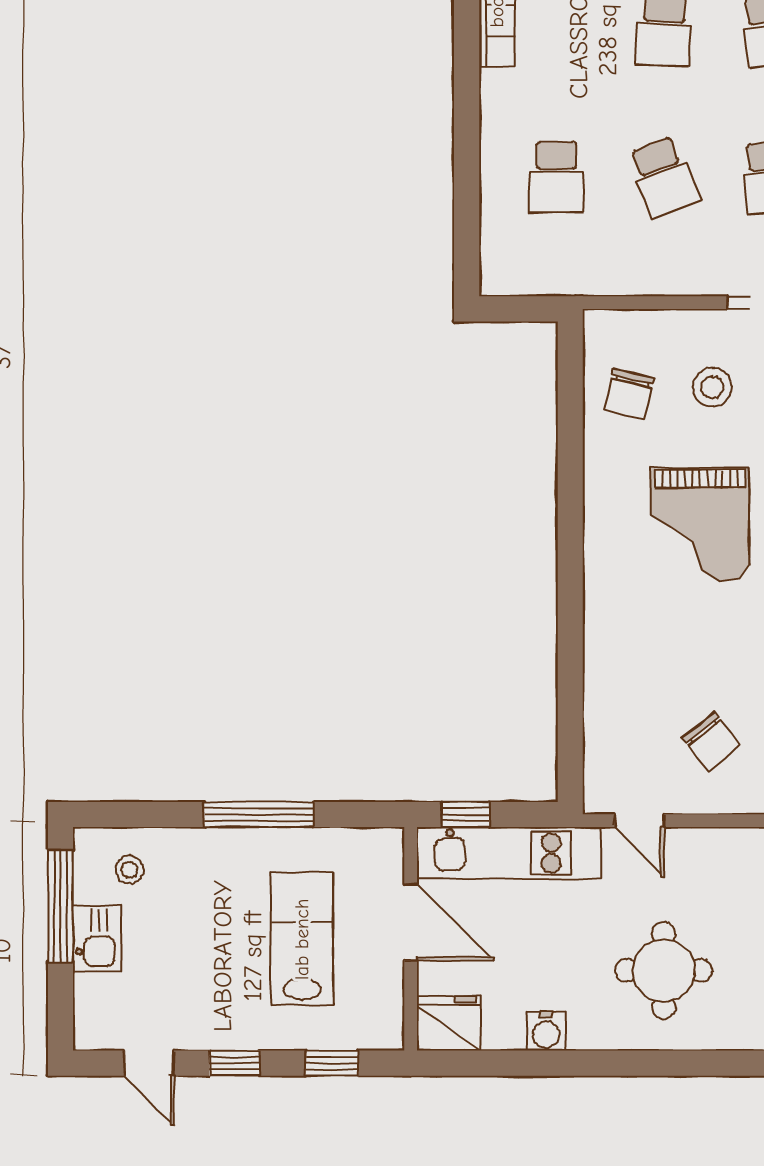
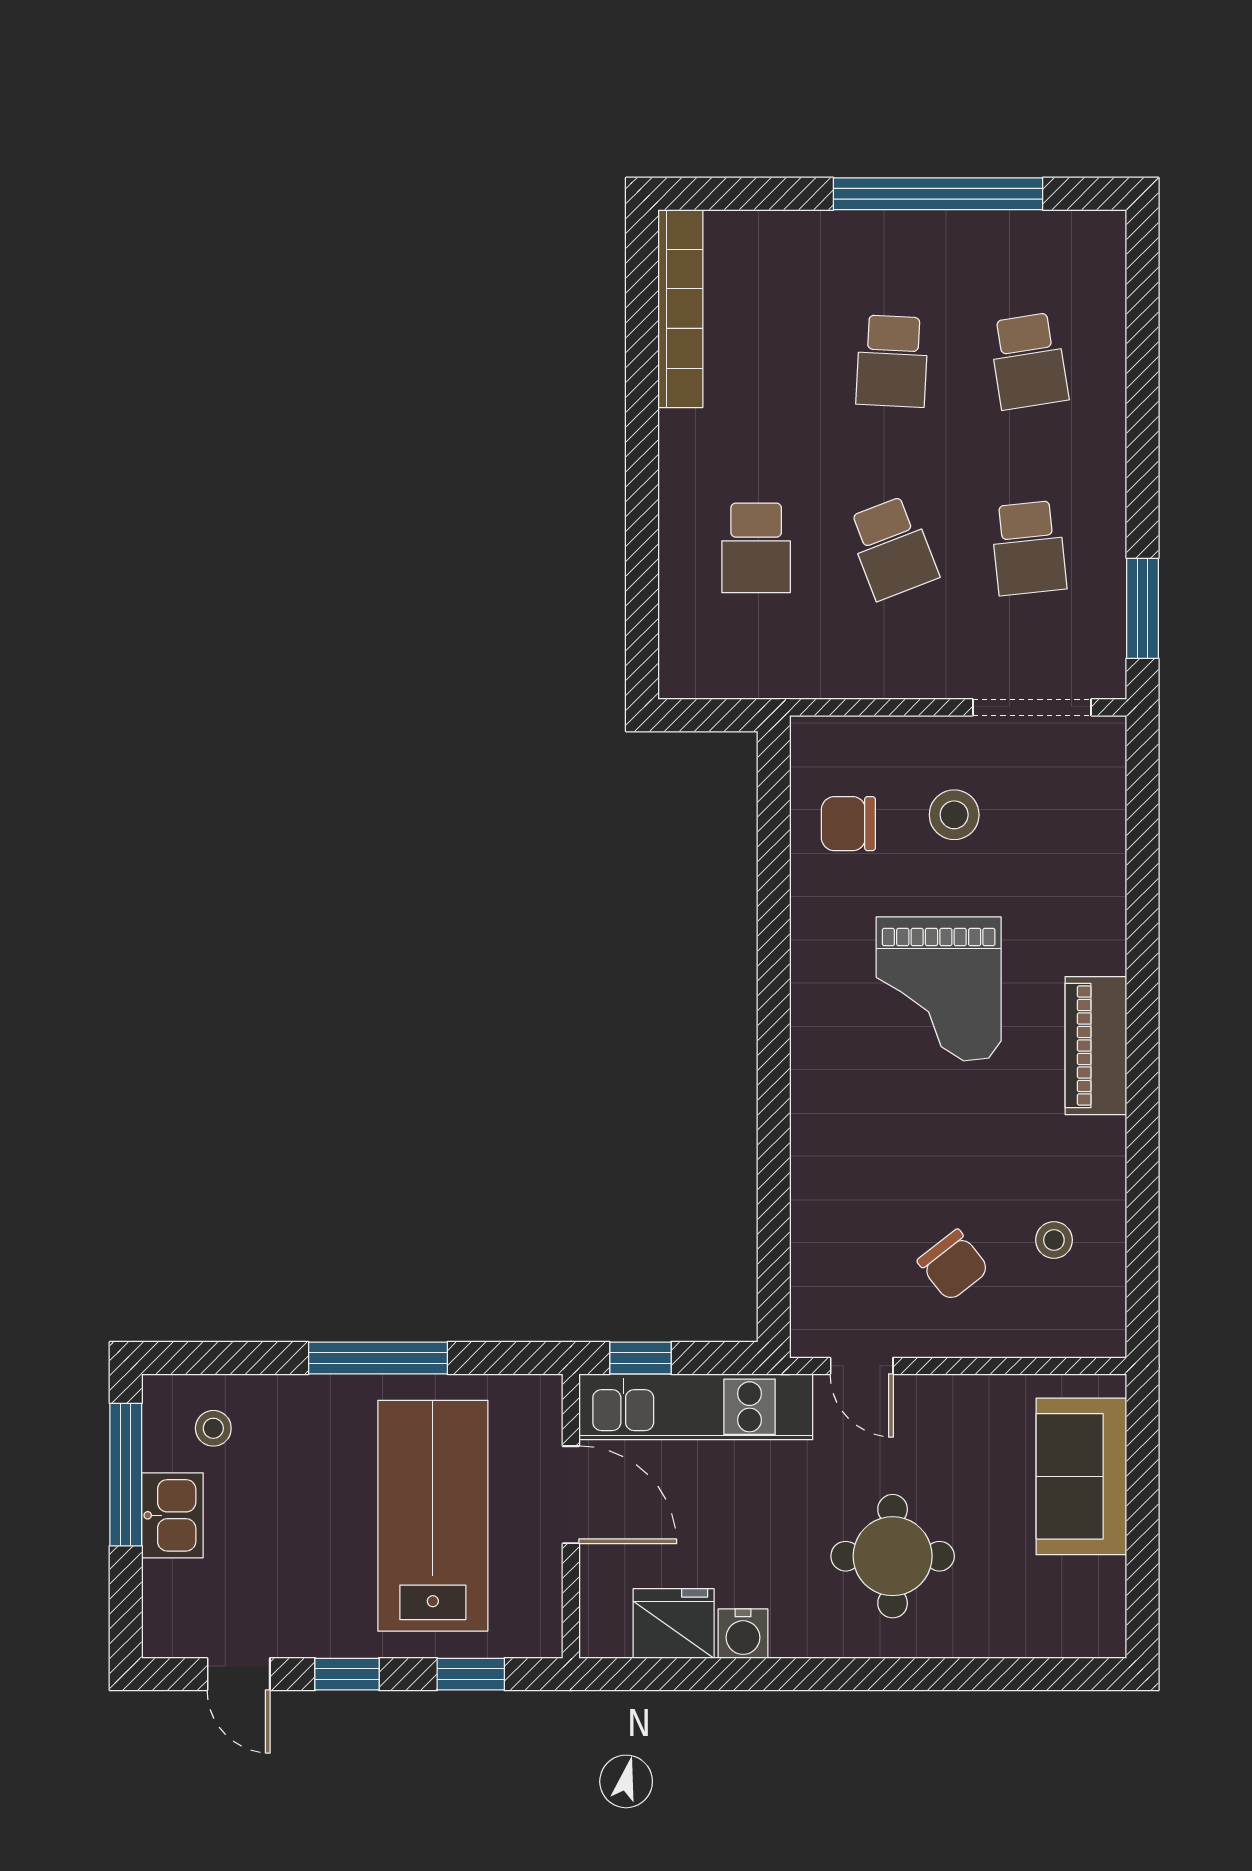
chair: (629, 394) -> (848, 824), turned 77
lab bench: (302, 939) -> (433, 1516), width x1.36, depth x1.39
fridge: (449, 1023) -> (674, 1623), moved

